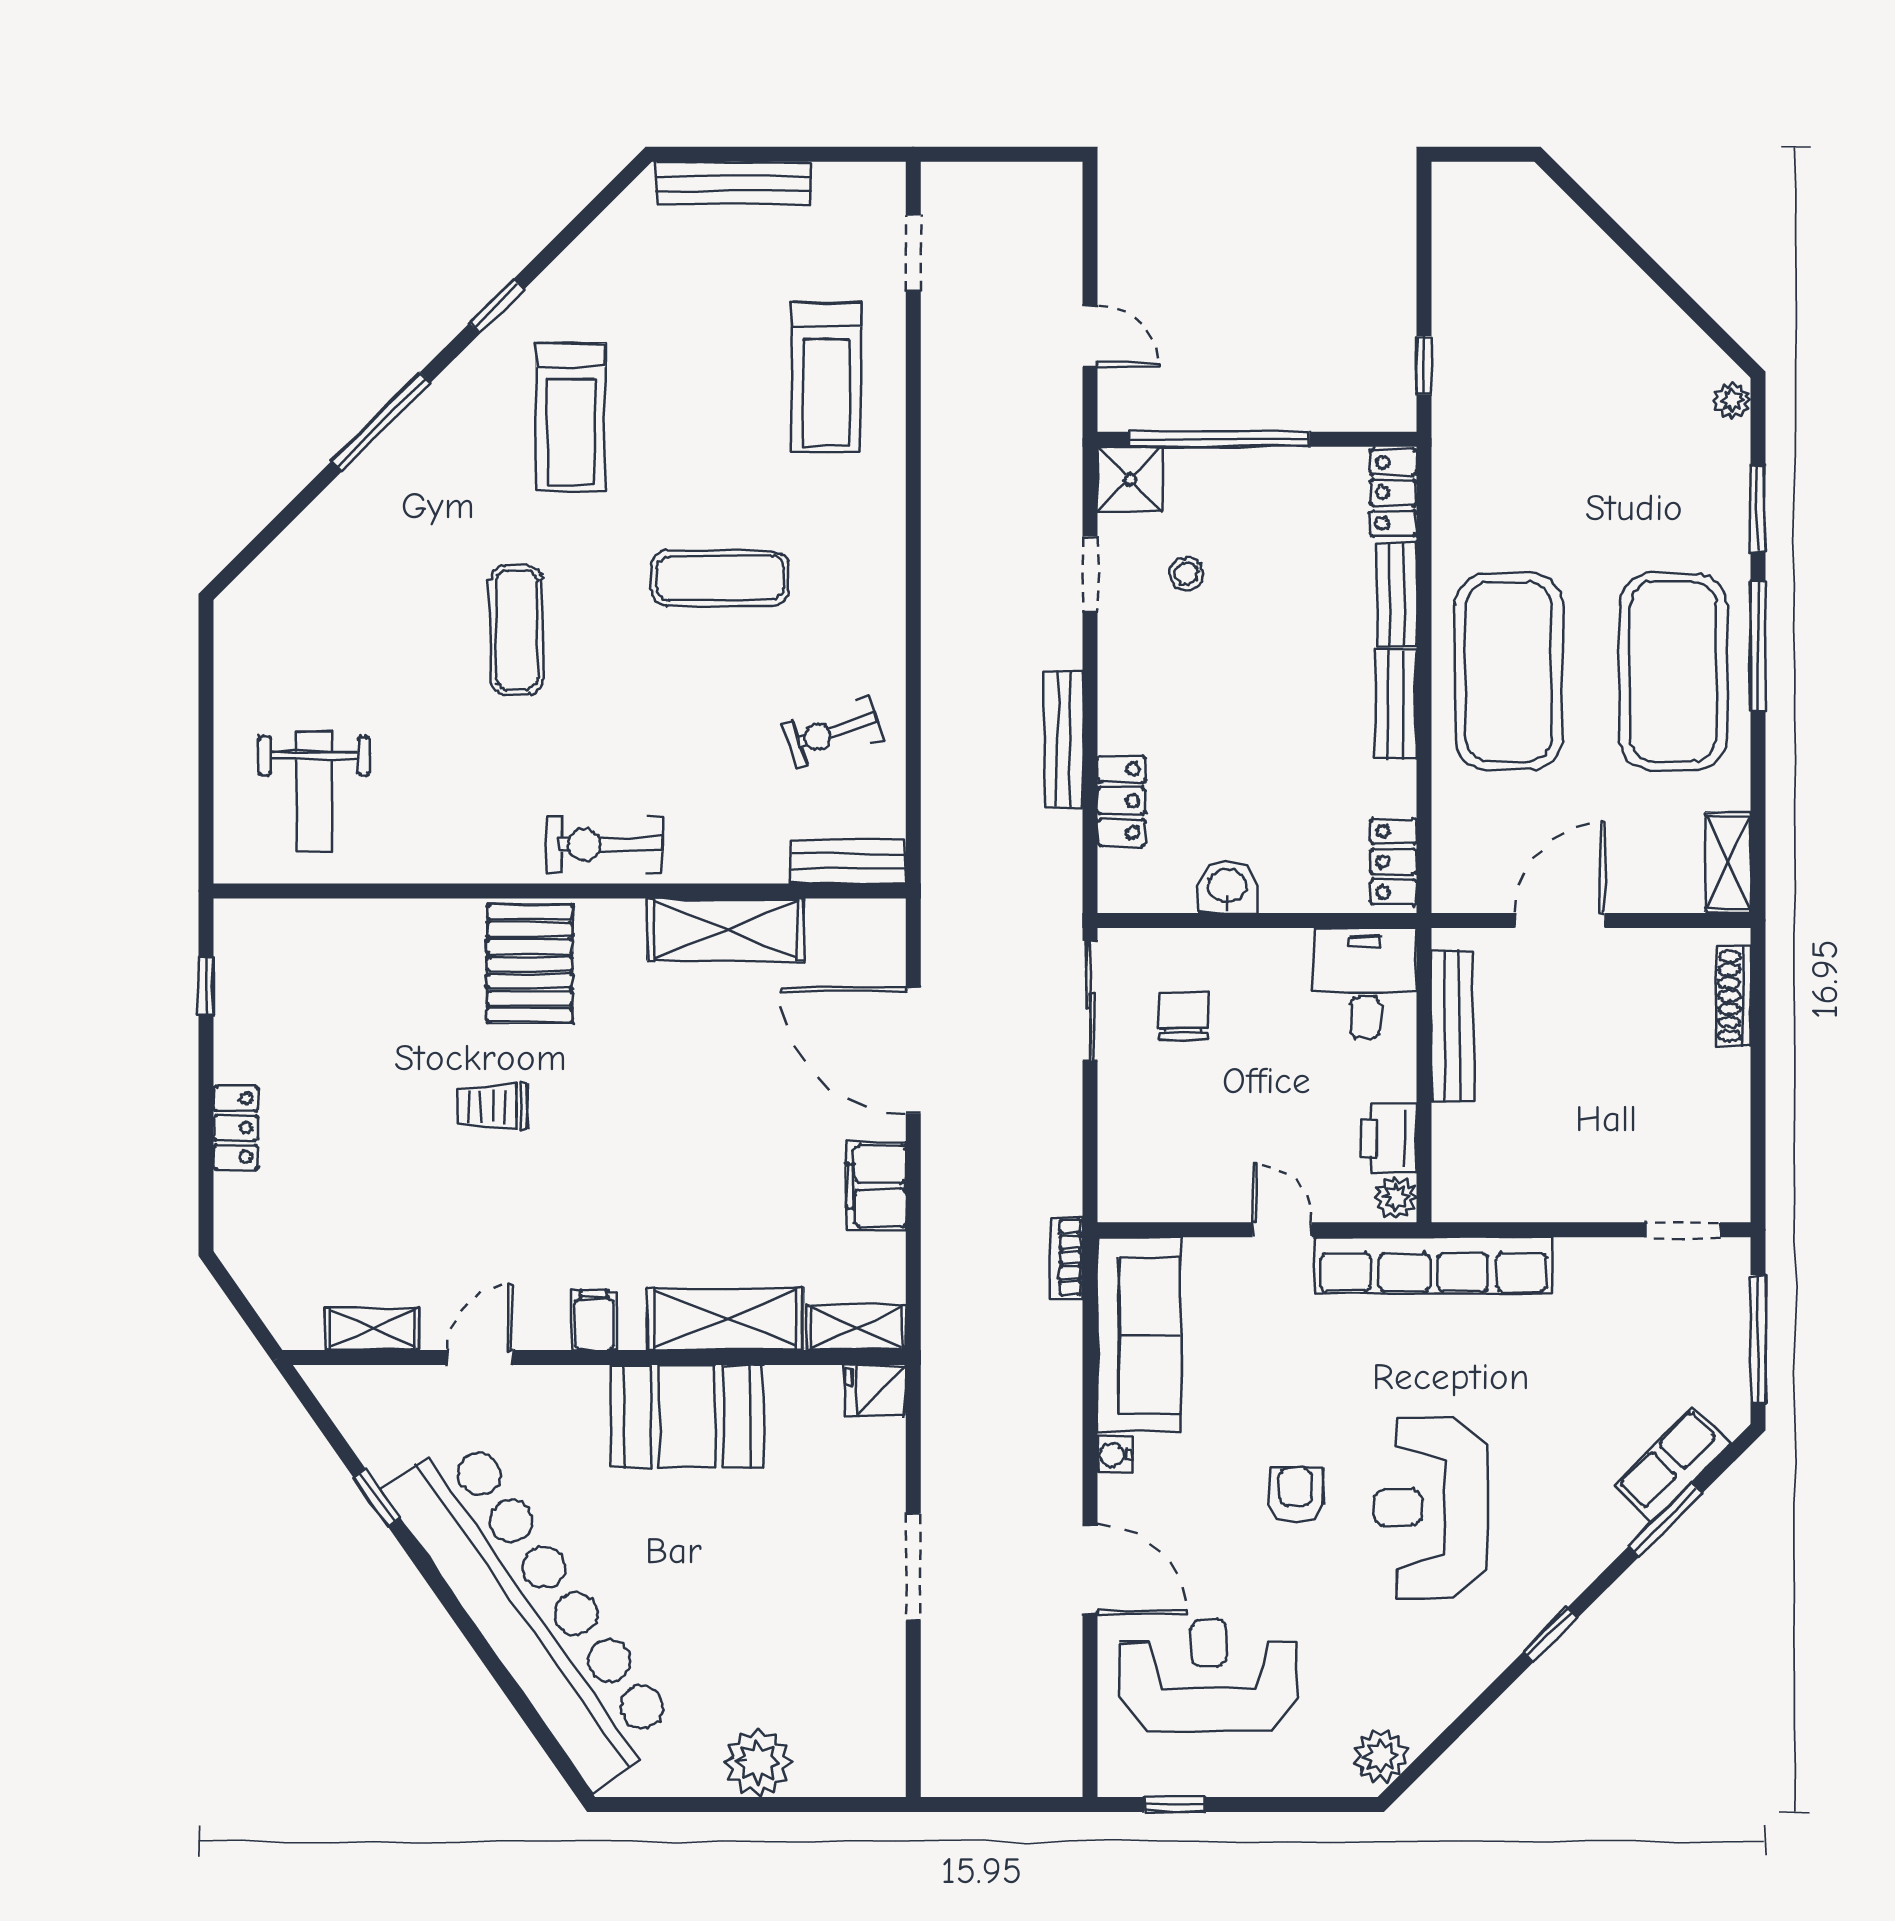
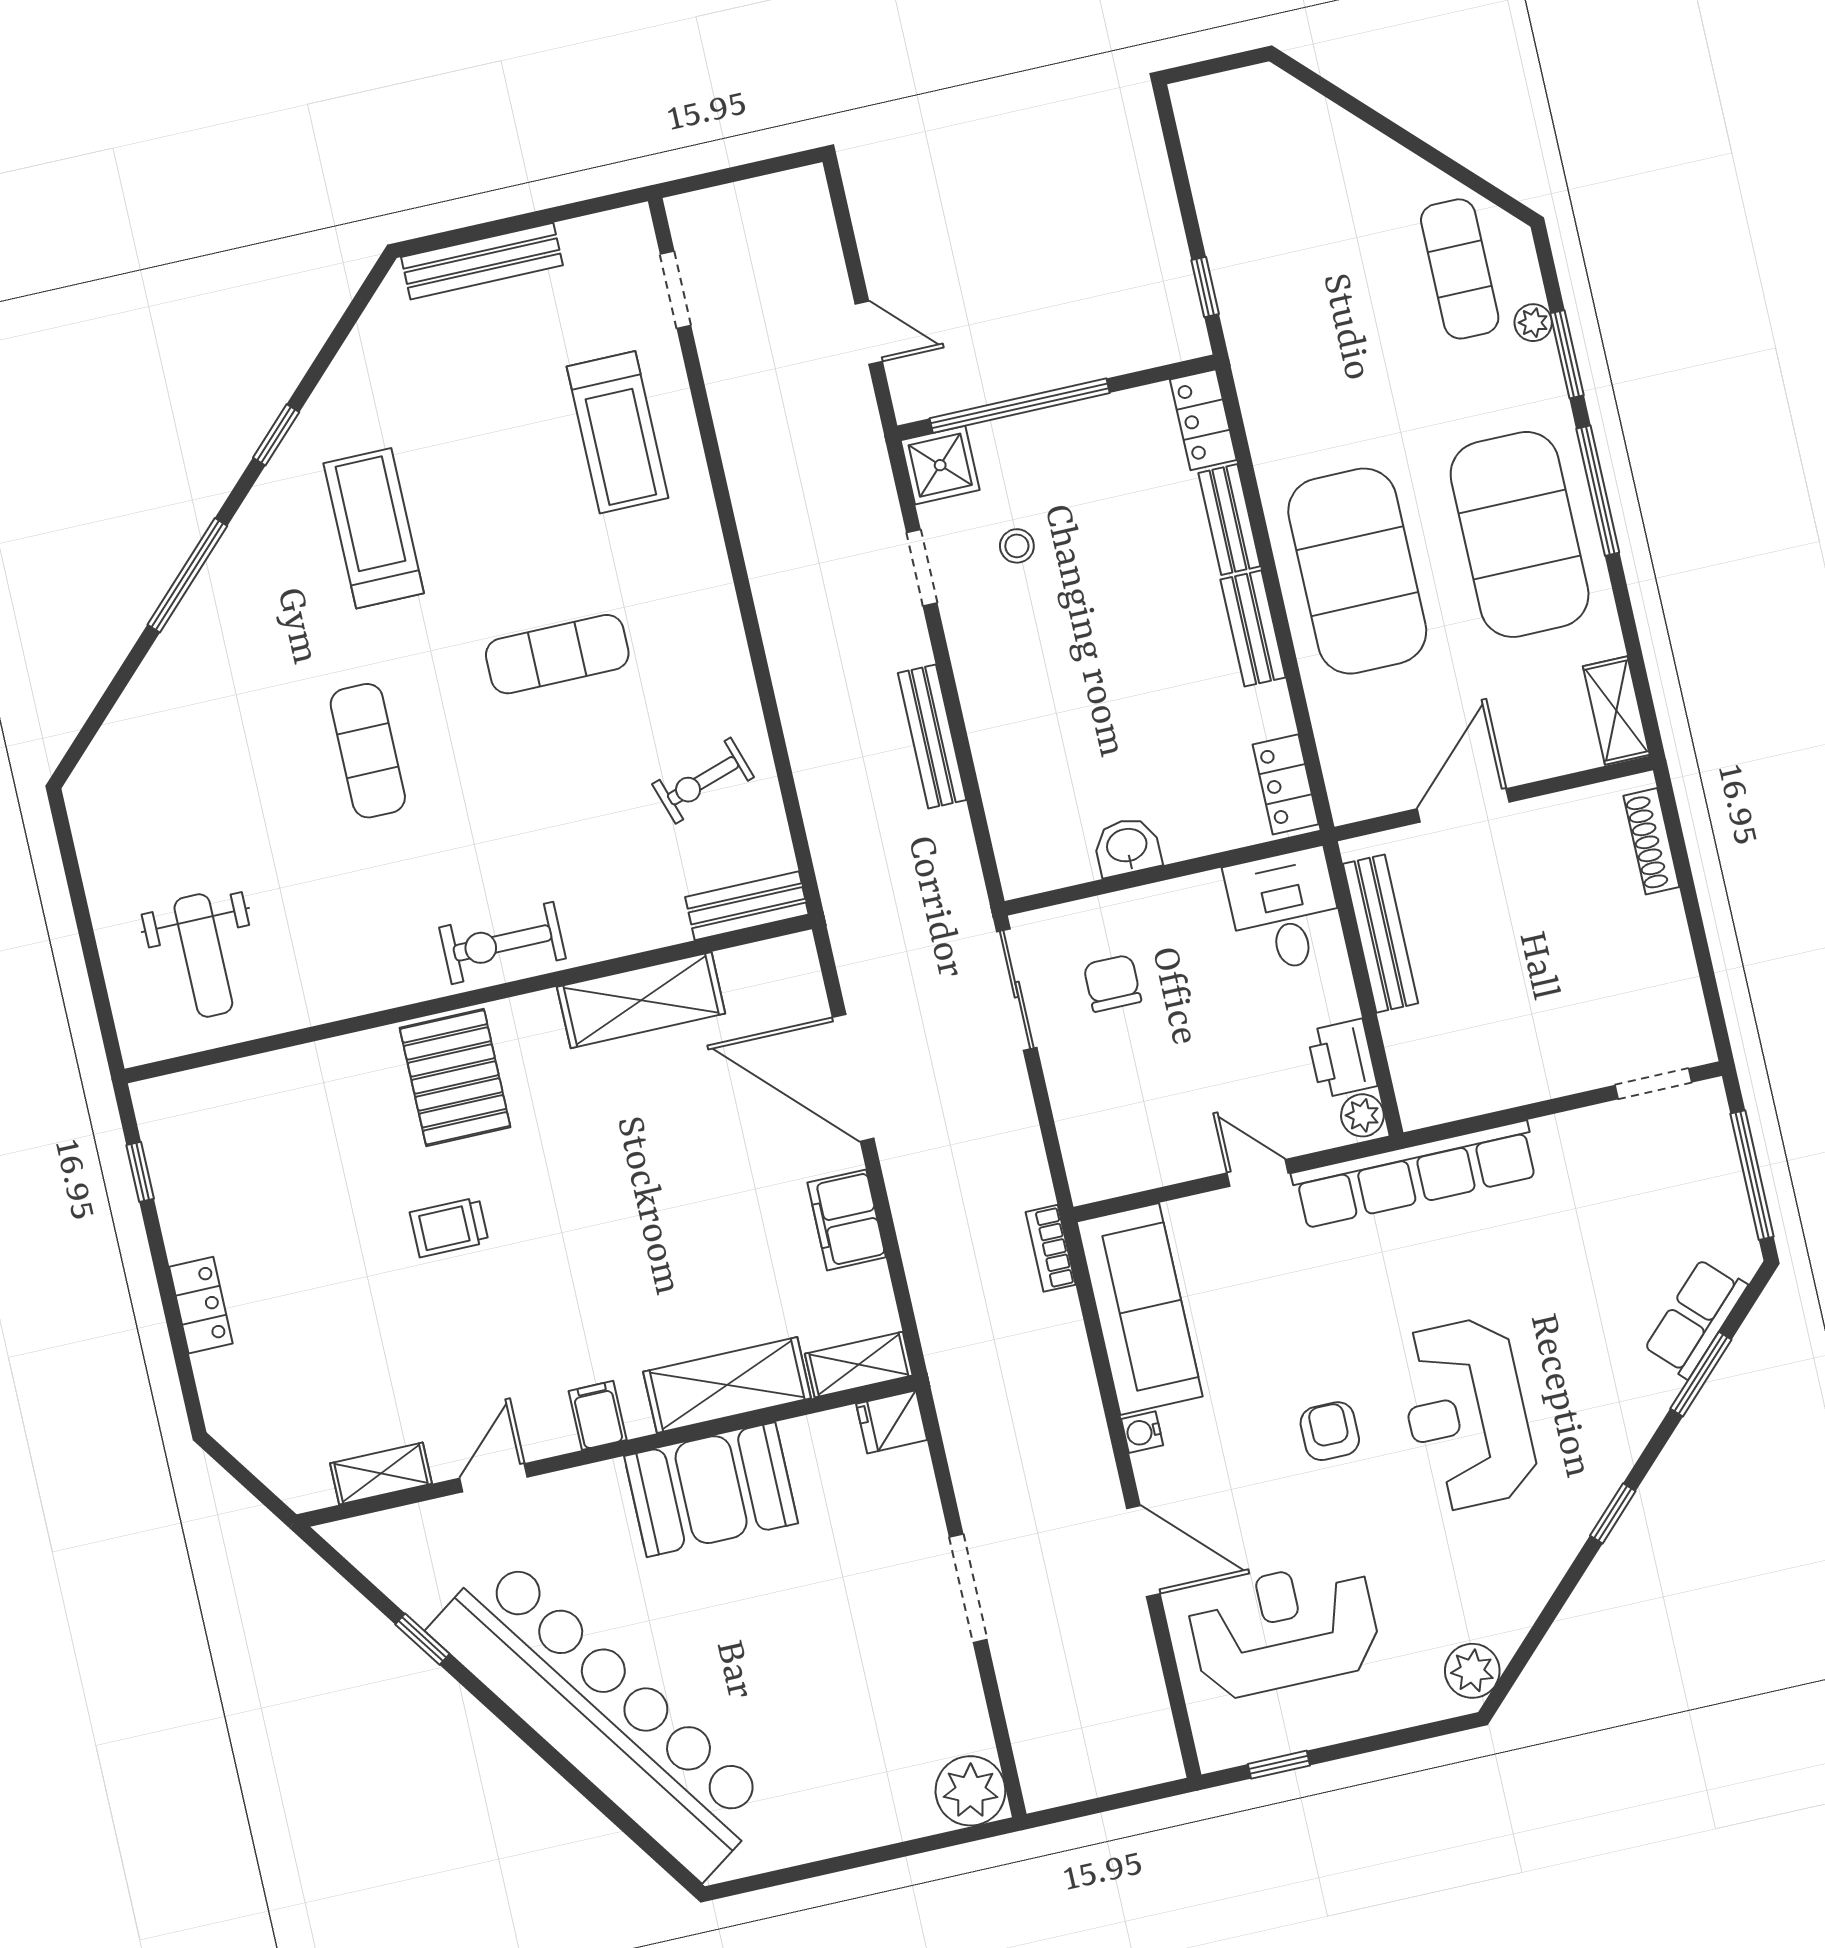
plant: (1732, 400) -> (1533, 323), moved
exercise mat: (1673, 403) -> (1460, 269), added
treadmill: (571, 417) -> (374, 528), turned 180
locker: (1121, 801) -> (1003, 785), removed
plant: (758, 1763) -> (970, 1791), moved

